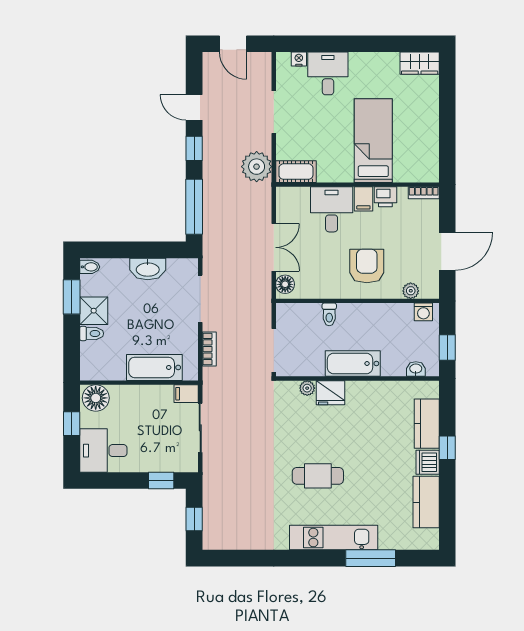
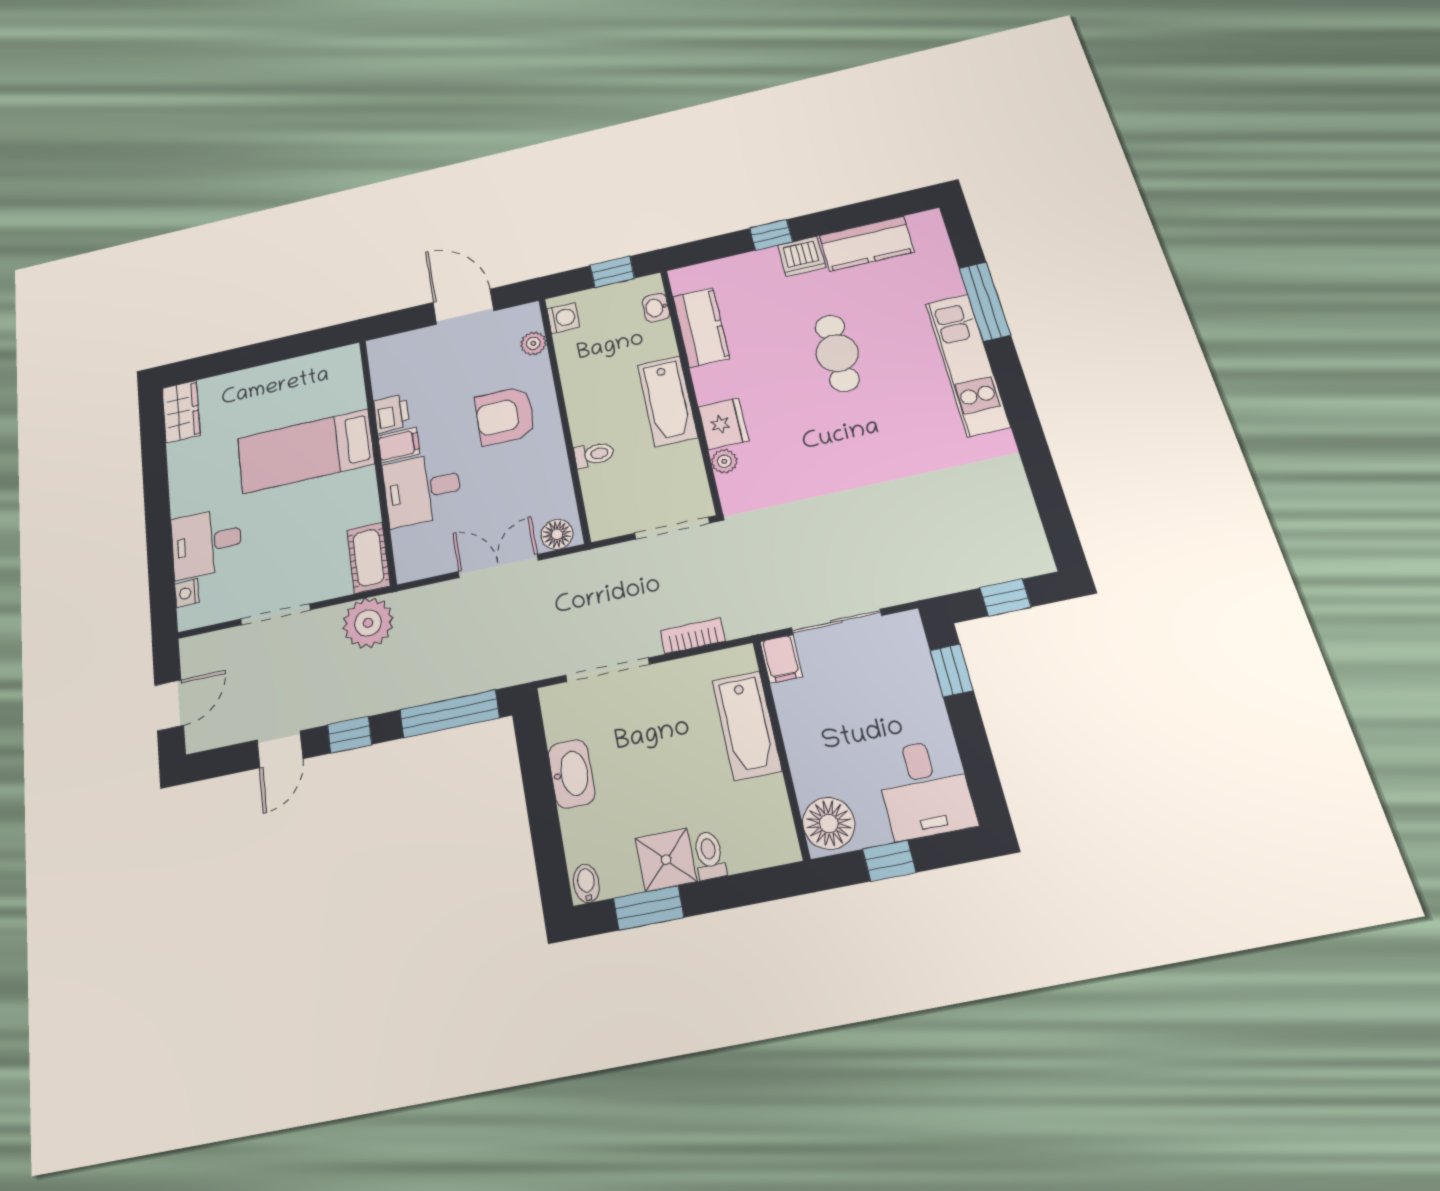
bookcase: (424, 193) -> (378, 360), removed
kitchen counter: (427, 424) -> (701, 327), moved, turned -90
cafe table: (318, 476) -> (837, 353), moved

